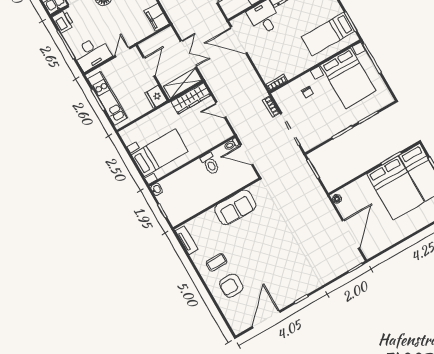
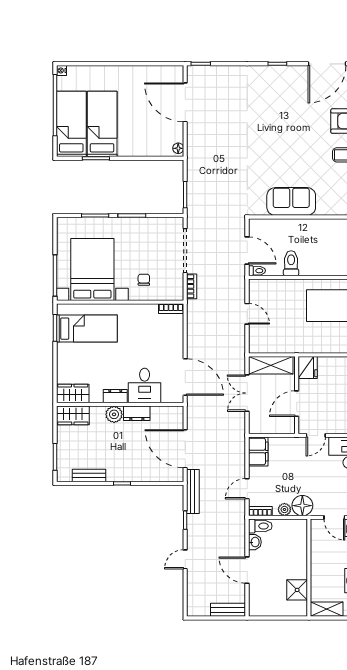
wardrobe: (191, 98) -> (272, 344), removed
bed: (396, 188) -> (102, 124), width x0.67
door: (351, 234) -> (185, 102), hinge flipped

